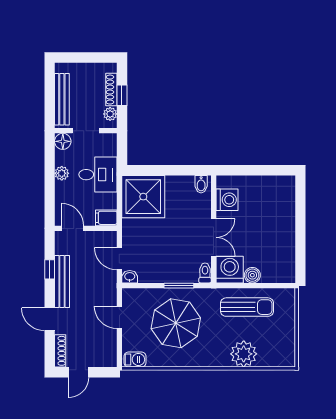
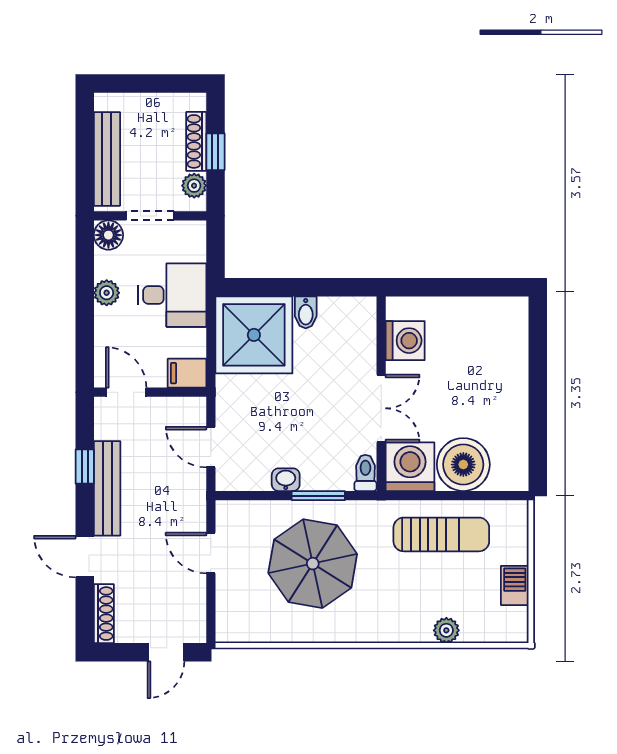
bidet: (201, 184) -> (306, 312), moved
boiler: (252, 275) -> (463, 465), width x1.86, depth x1.86
washbasin: (130, 277) -> (286, 480), moved
plant: (244, 354) -> (446, 630), width x0.53, depth x0.53
barbecue: (135, 359) -> (515, 585), moved, turned -90
door: (78, 372) -> (166, 652), moved

